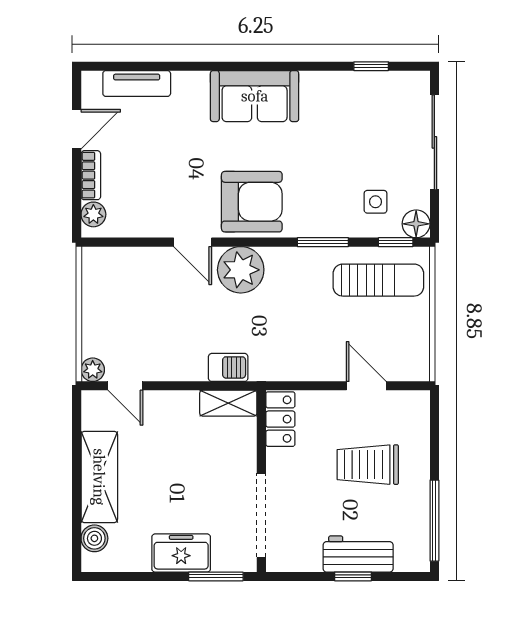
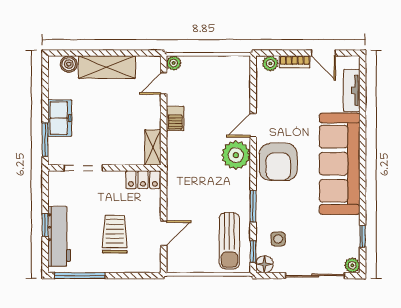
plant: (418, 83) -> (352, 265), added
sofa: (255, 96) -> (340, 164), width x1.85, depth x1.27
barbecue: (228, 367) -> (175, 118), moved
doorway: (261, 515) -> (83, 168), width x0.73
workbench: (358, 554) -> (59, 236), width x1.38

